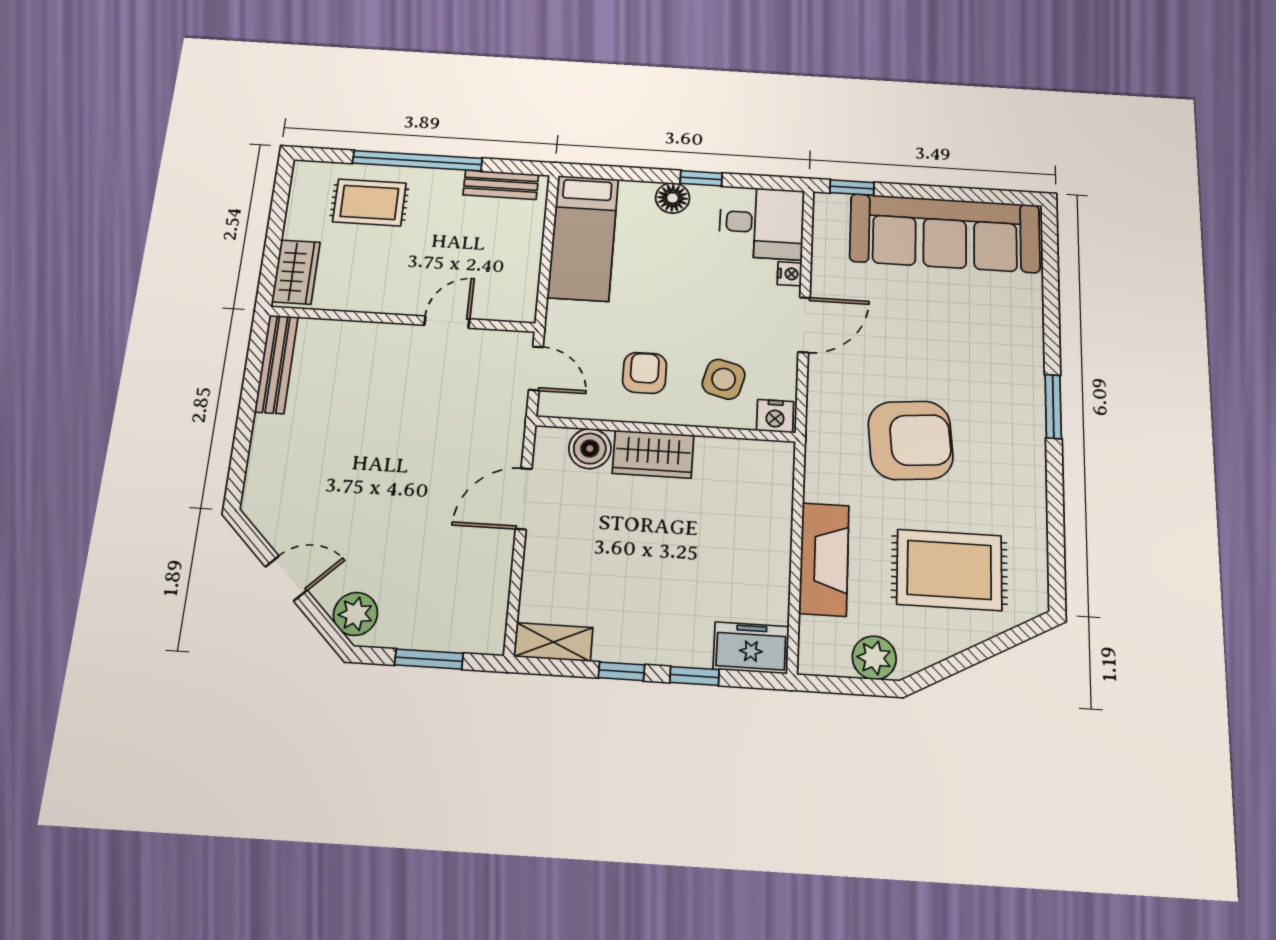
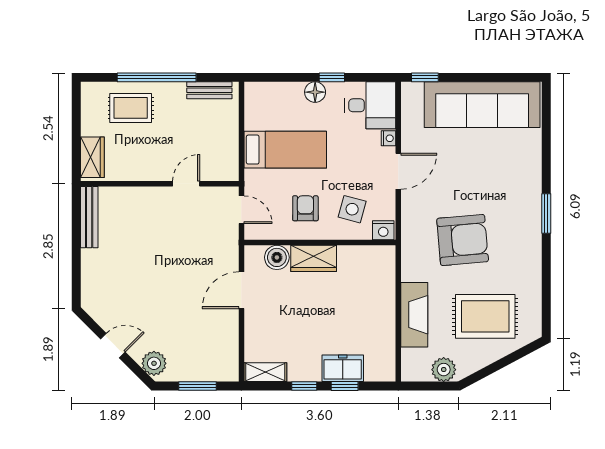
bed: (583, 238) -> (285, 150), moved, turned -90
freezer: (751, 648) -> (343, 368), moved

